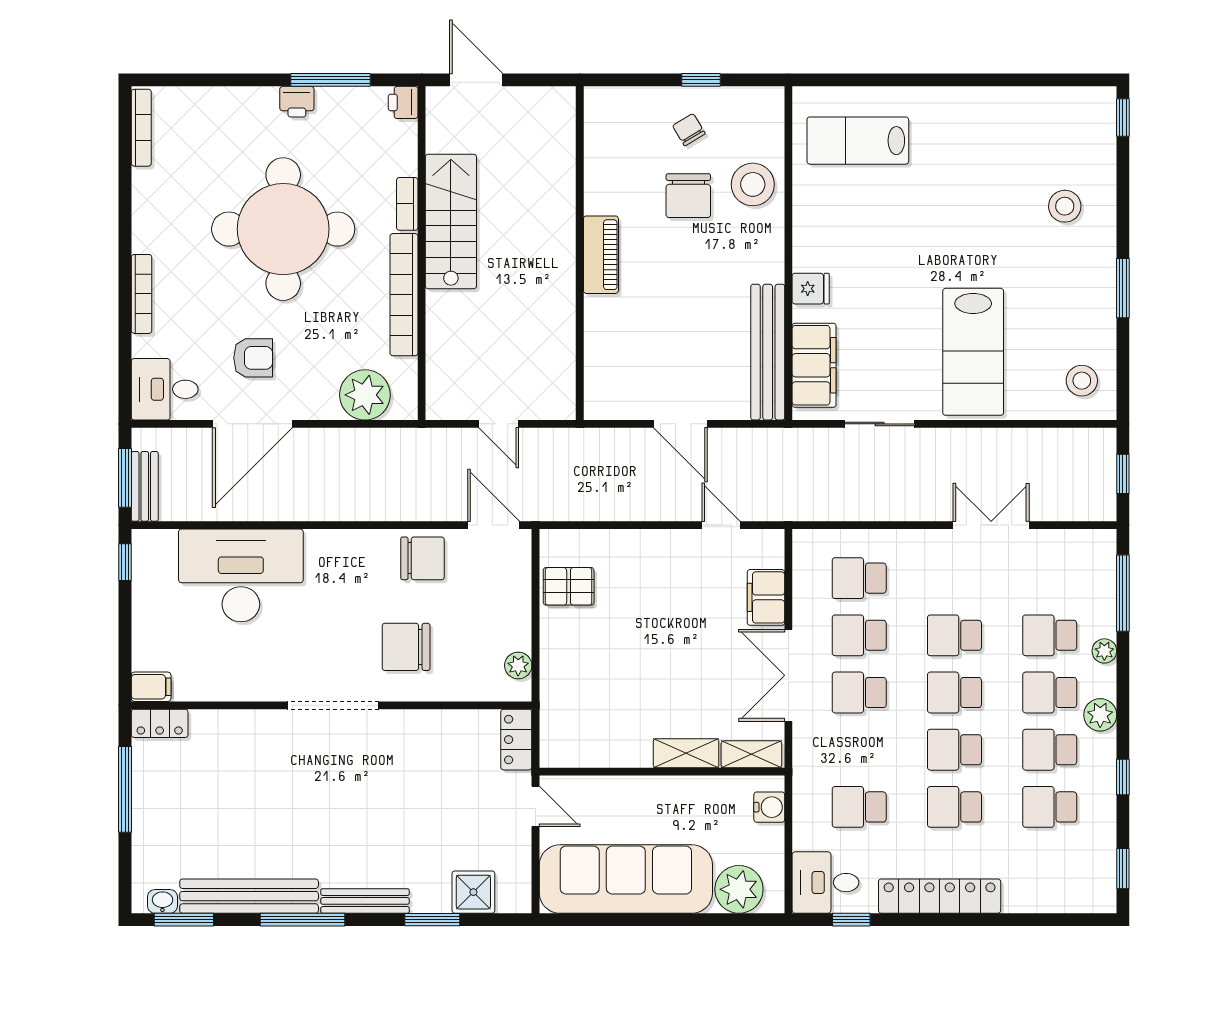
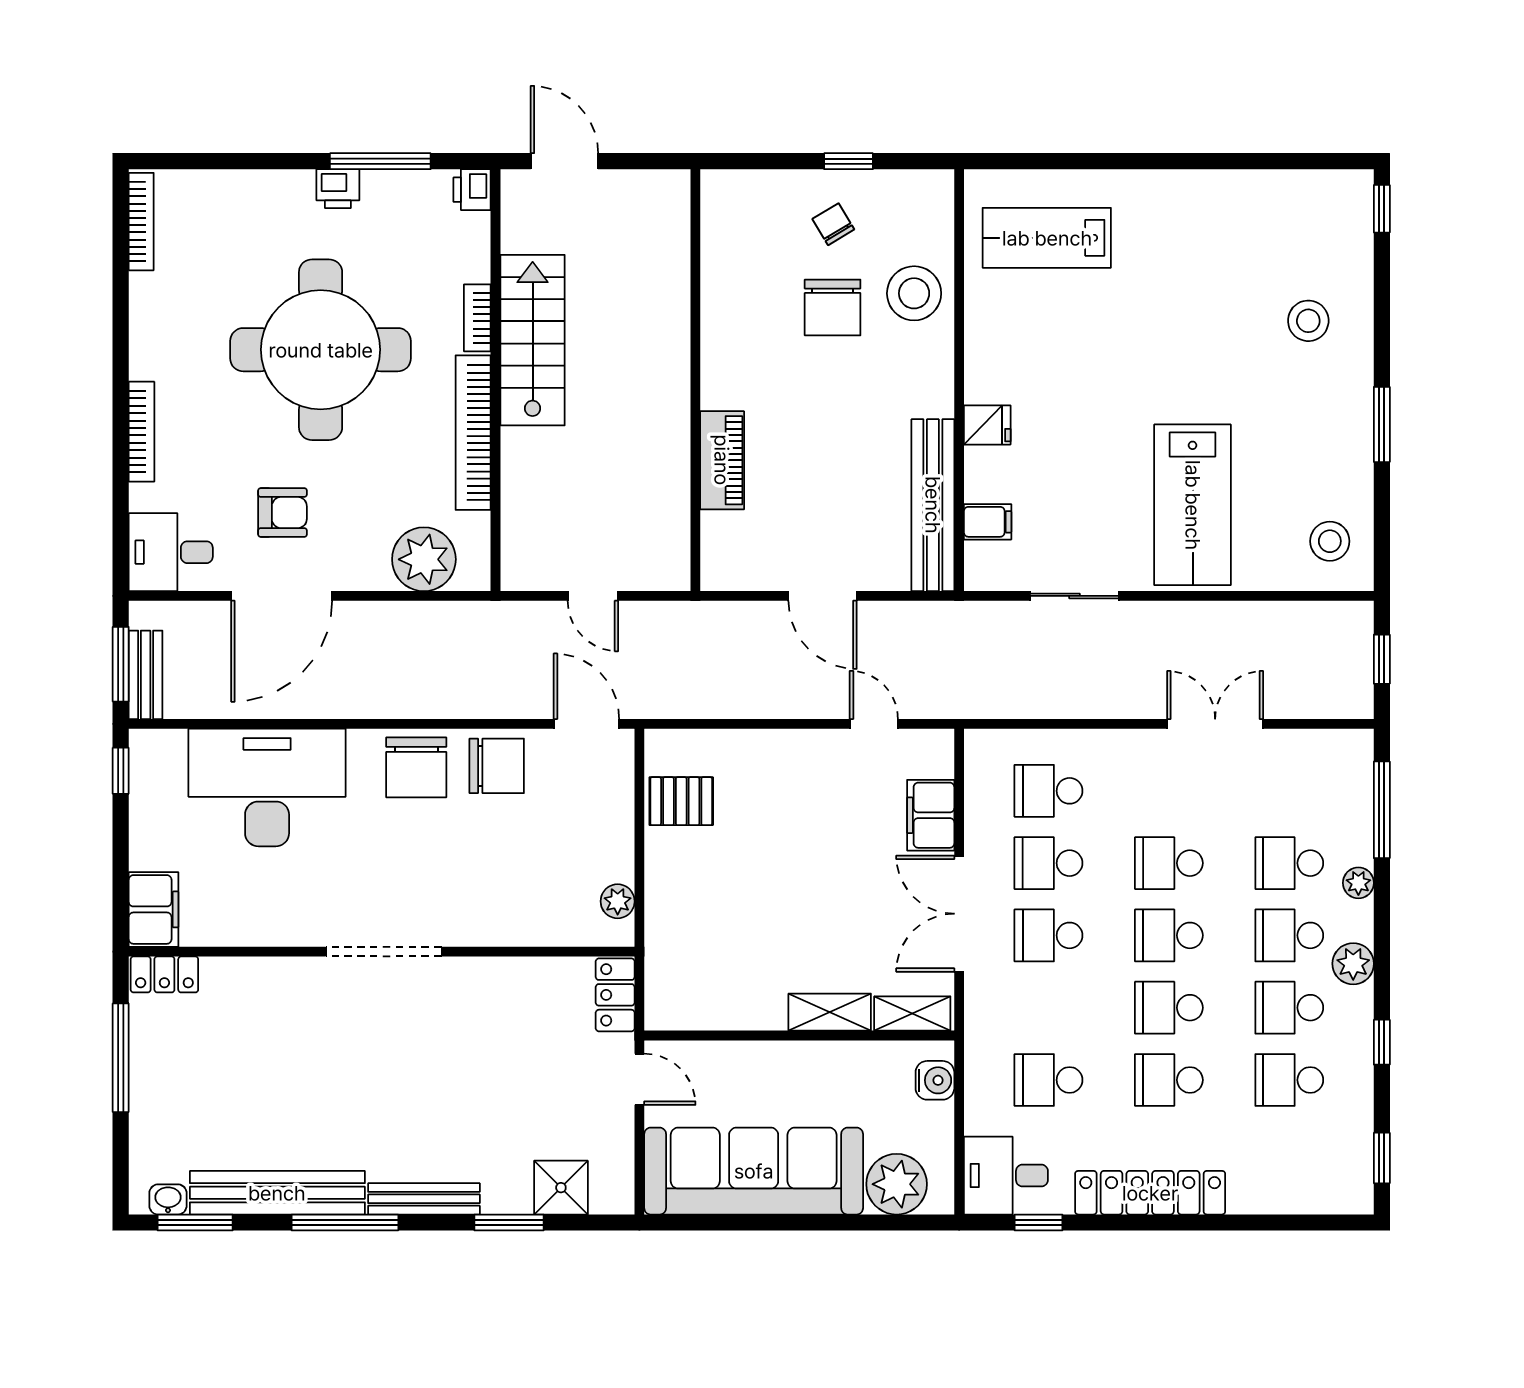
piano: (601, 255) -> (722, 460), moved
filing cabinet: (814, 365) -> (988, 522), width x0.33, depth x0.86
chair: (406, 647) -> (416, 767), moved, turned -90
filing cabinet: (151, 687) -> (154, 909), width x2.00

